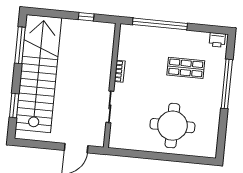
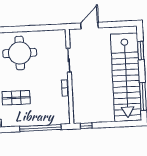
window: (86, 17) -> (86, 126), moved

